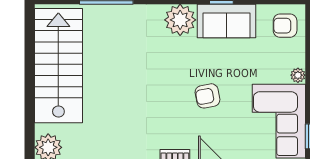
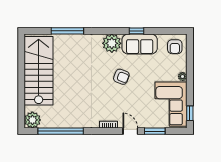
armchair: (285, 26) -> (175, 47), turned -90
armchair: (207, 96) -> (121, 77), moved, turned -148

